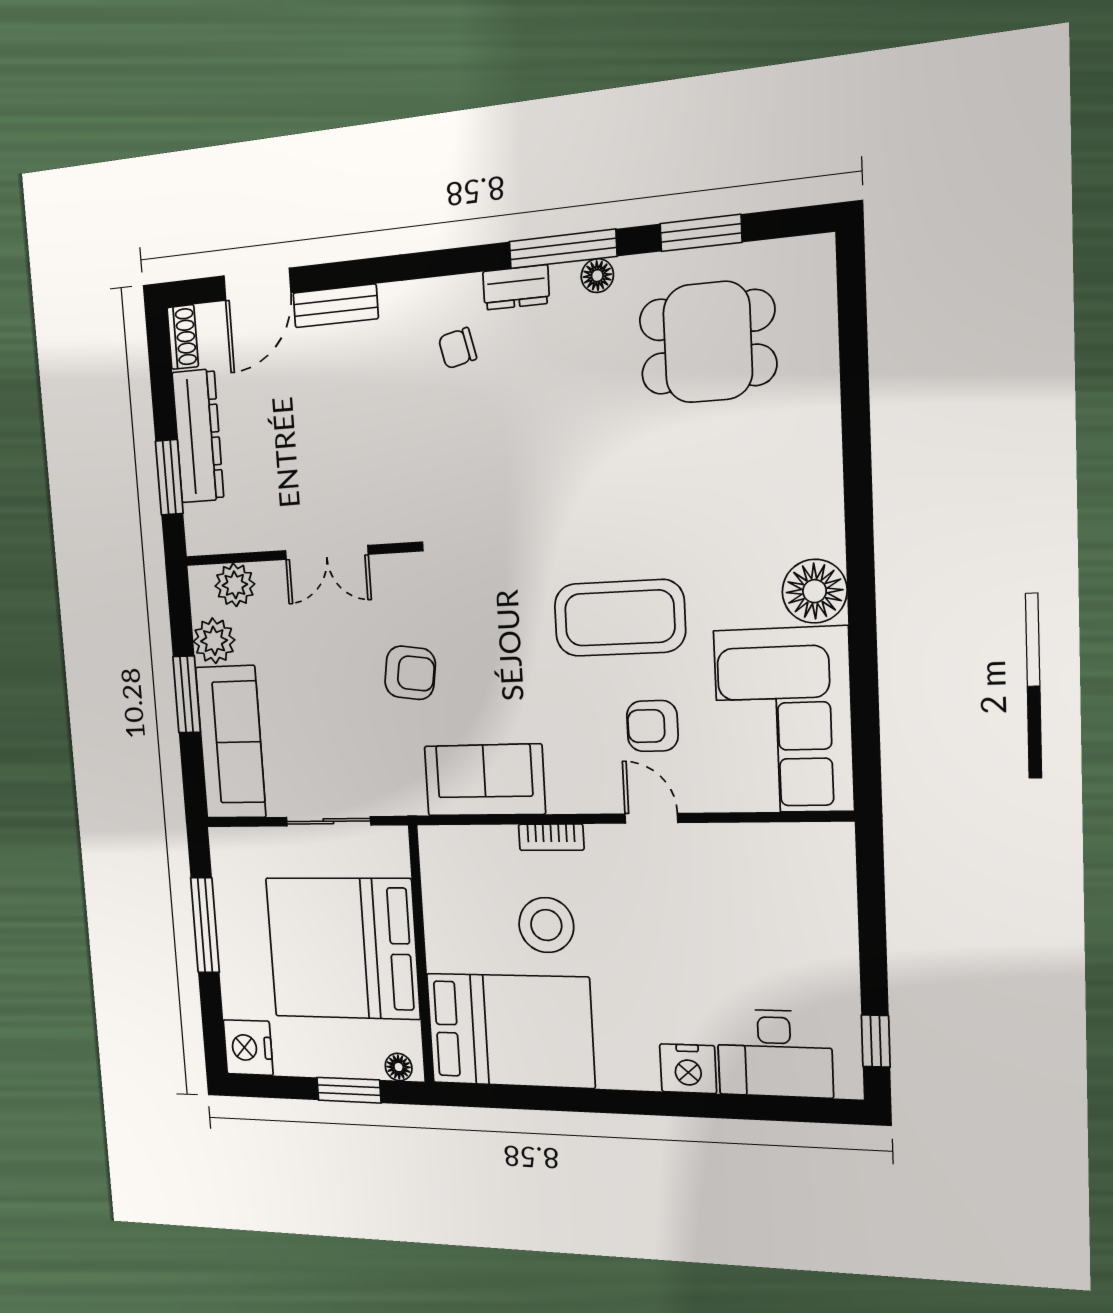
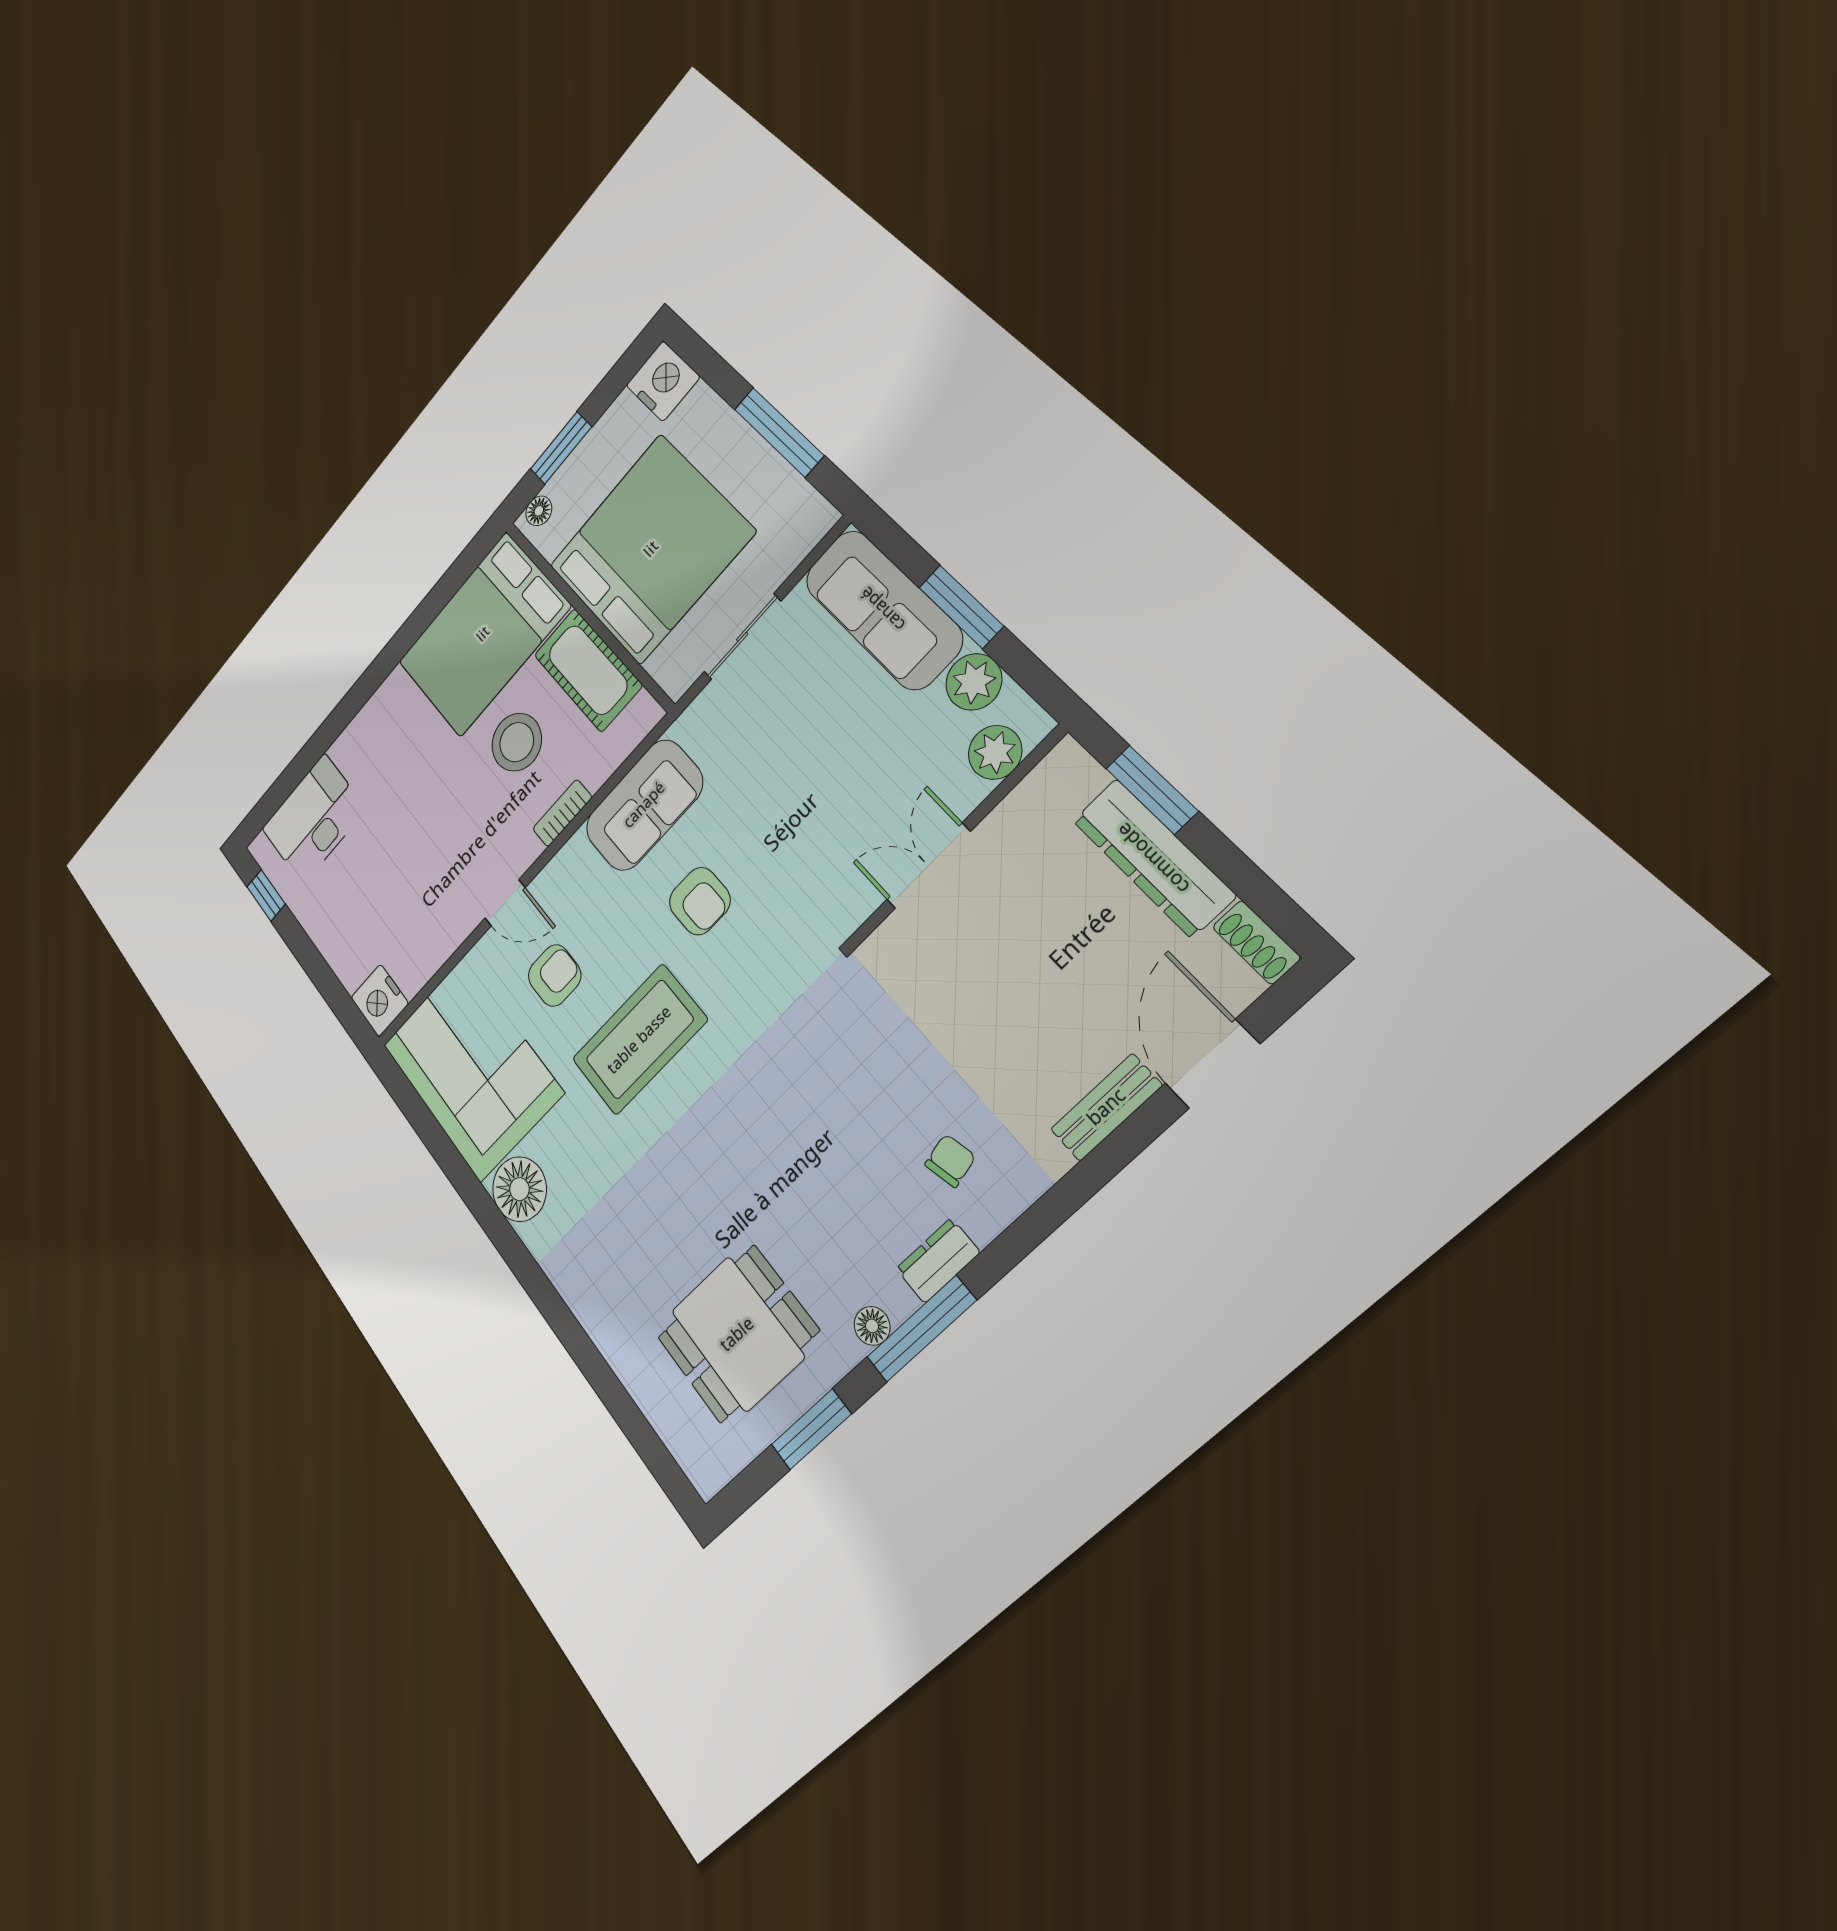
armchair: (410, 673) -> (700, 901), moved, turned -98
cot: (451, 917) -> (588, 670), added
nightstand: (688, 1069) -> (380, 1001), moved, turned -90

